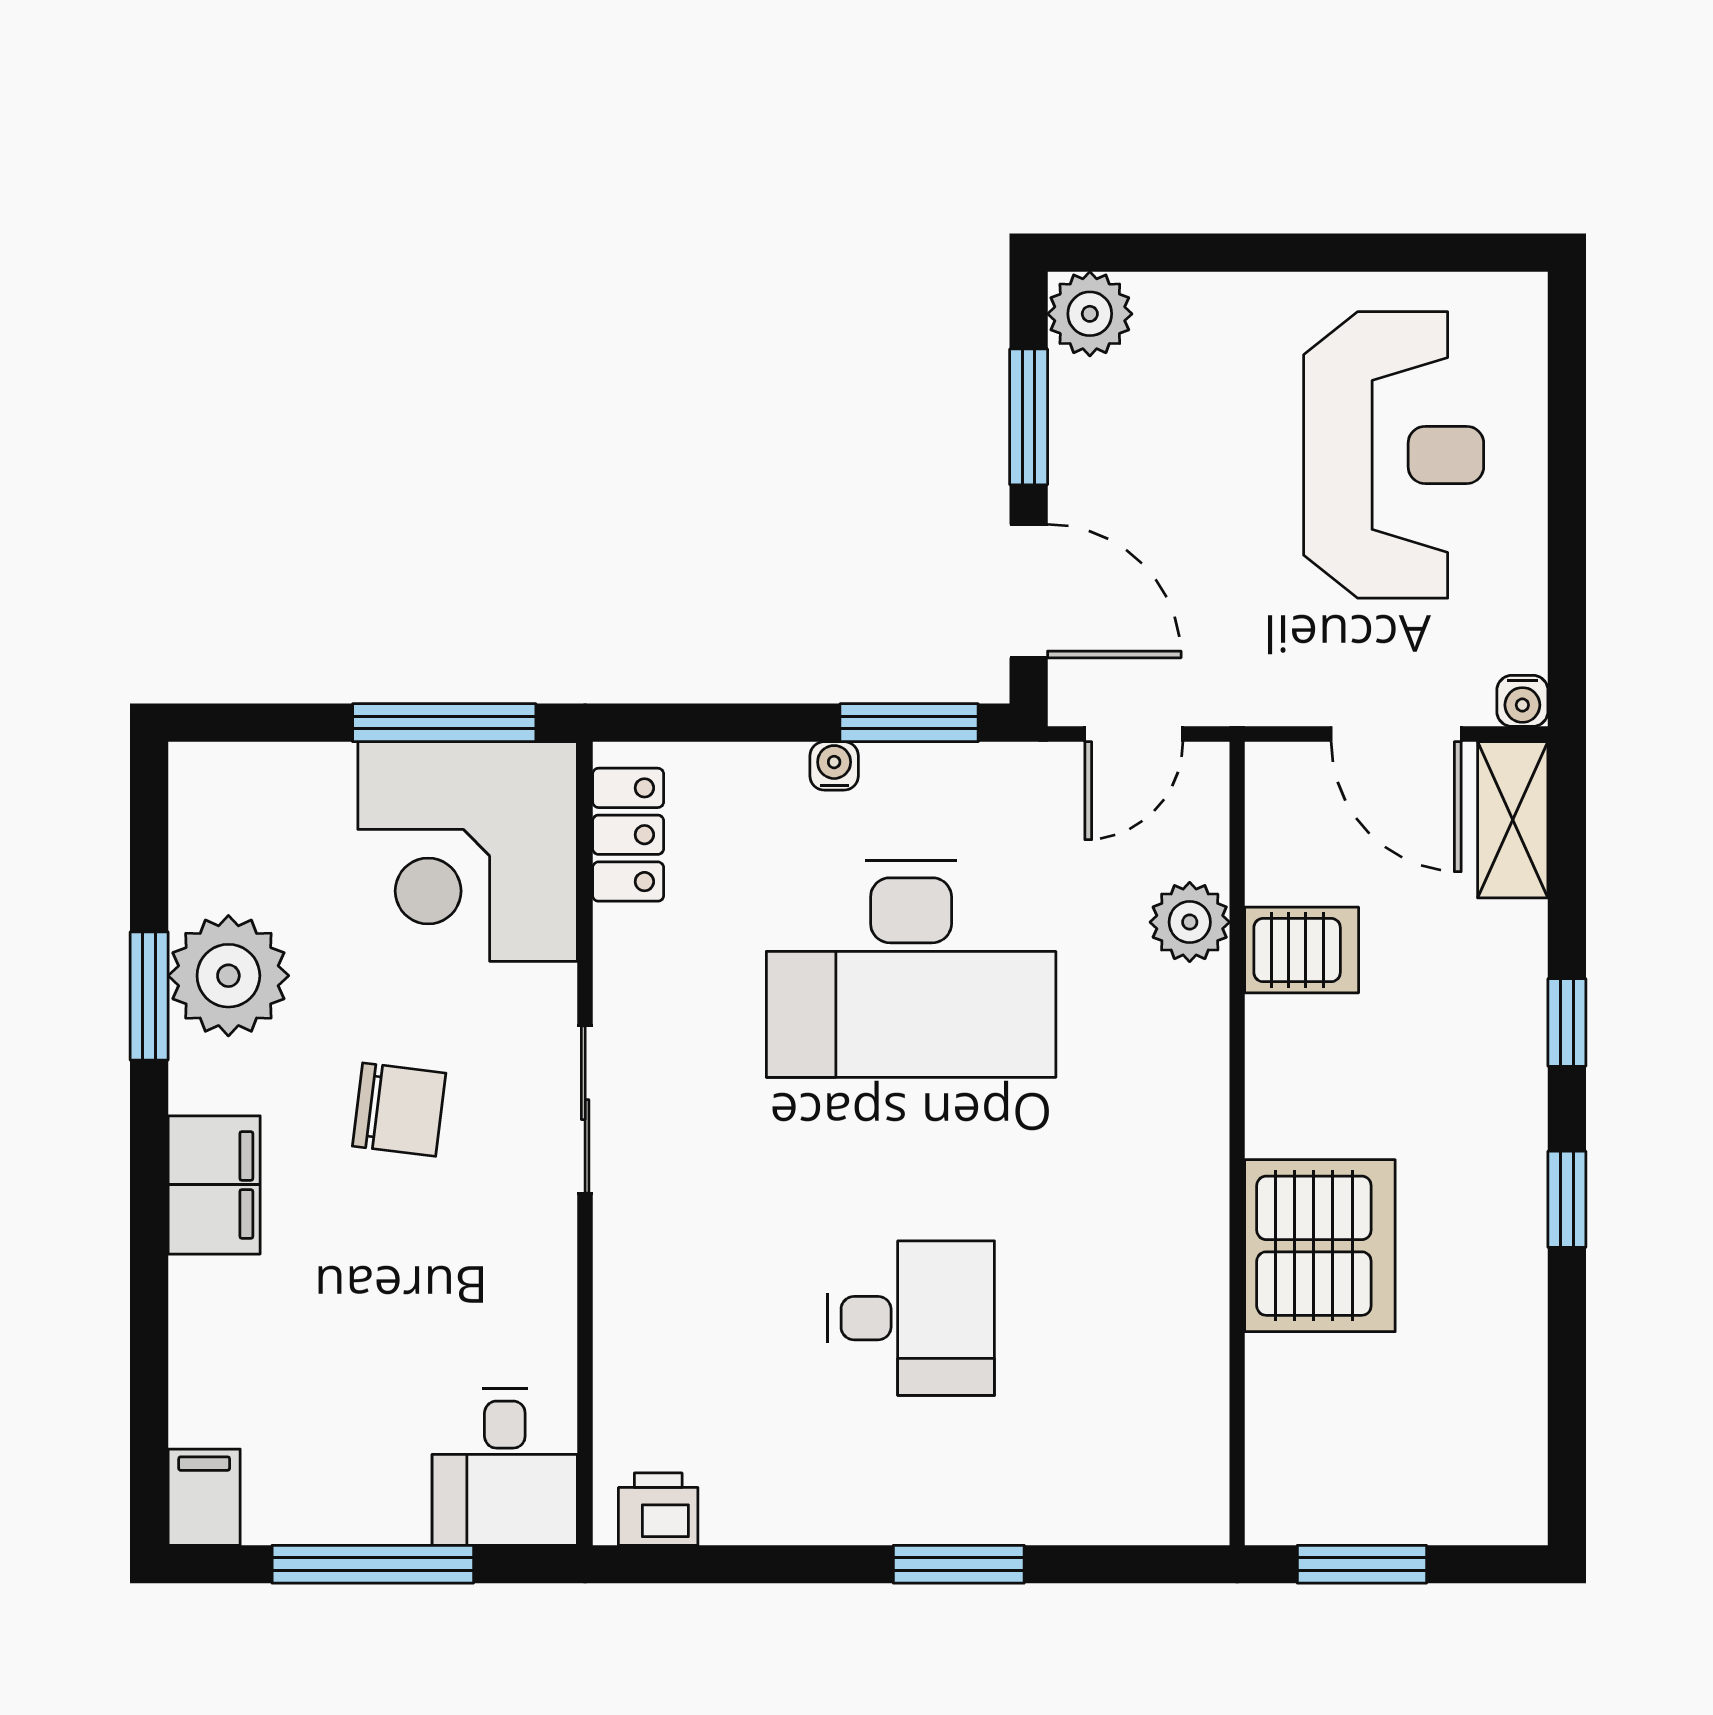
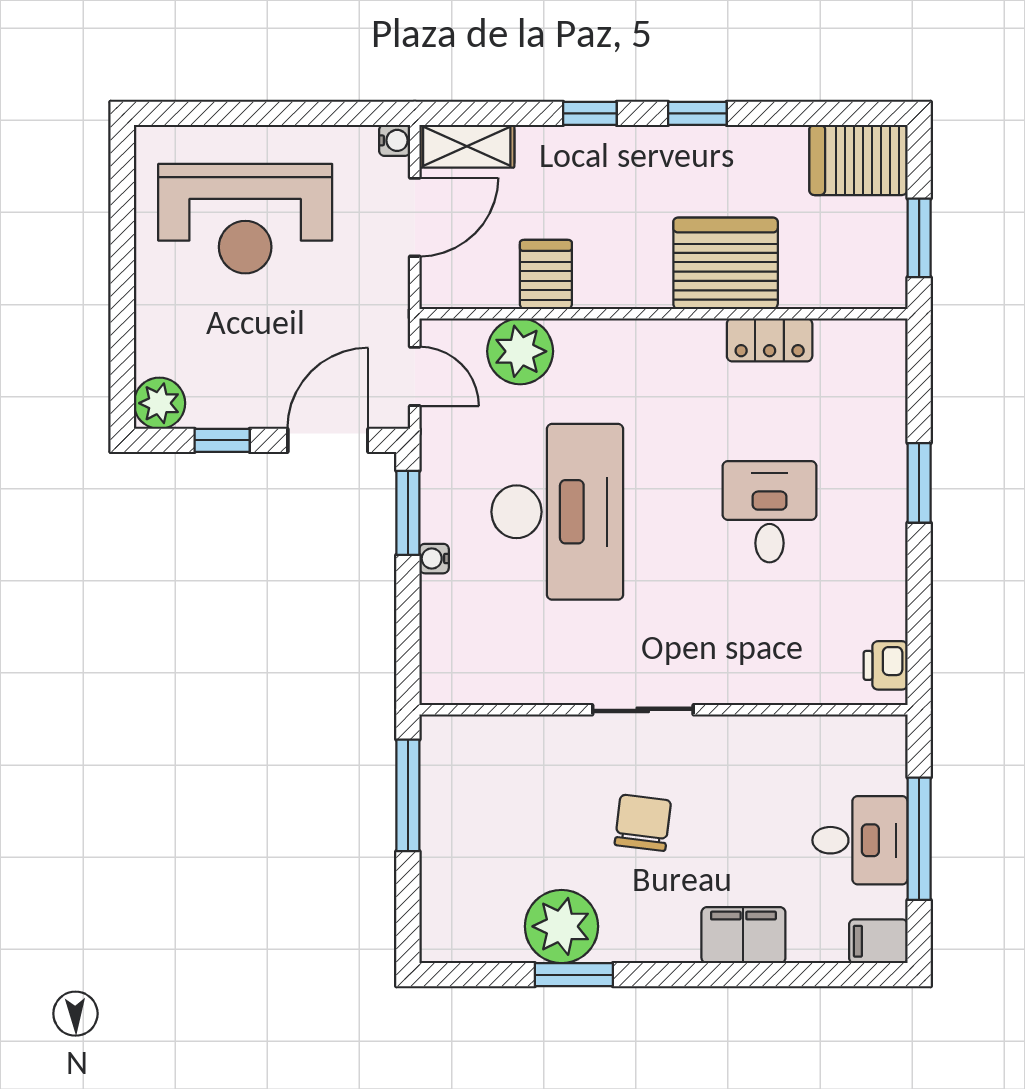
window: (1029, 417) -> (222, 440), width x0.67
reception desk: (1394, 455) -> (245, 219), turned 180
locker: (628, 835) -> (770, 340), moved, turned 180
corner desk: (468, 851) -> (486, 781), removed
plant: (1190, 922) -> (520, 351), width x1.36, depth x1.36
filing cabinet: (214, 1185) -> (743, 935), moved
server rack: (1490, 1465) -> (858, 160), added
desk: (505, 1467) -> (860, 840), moved

